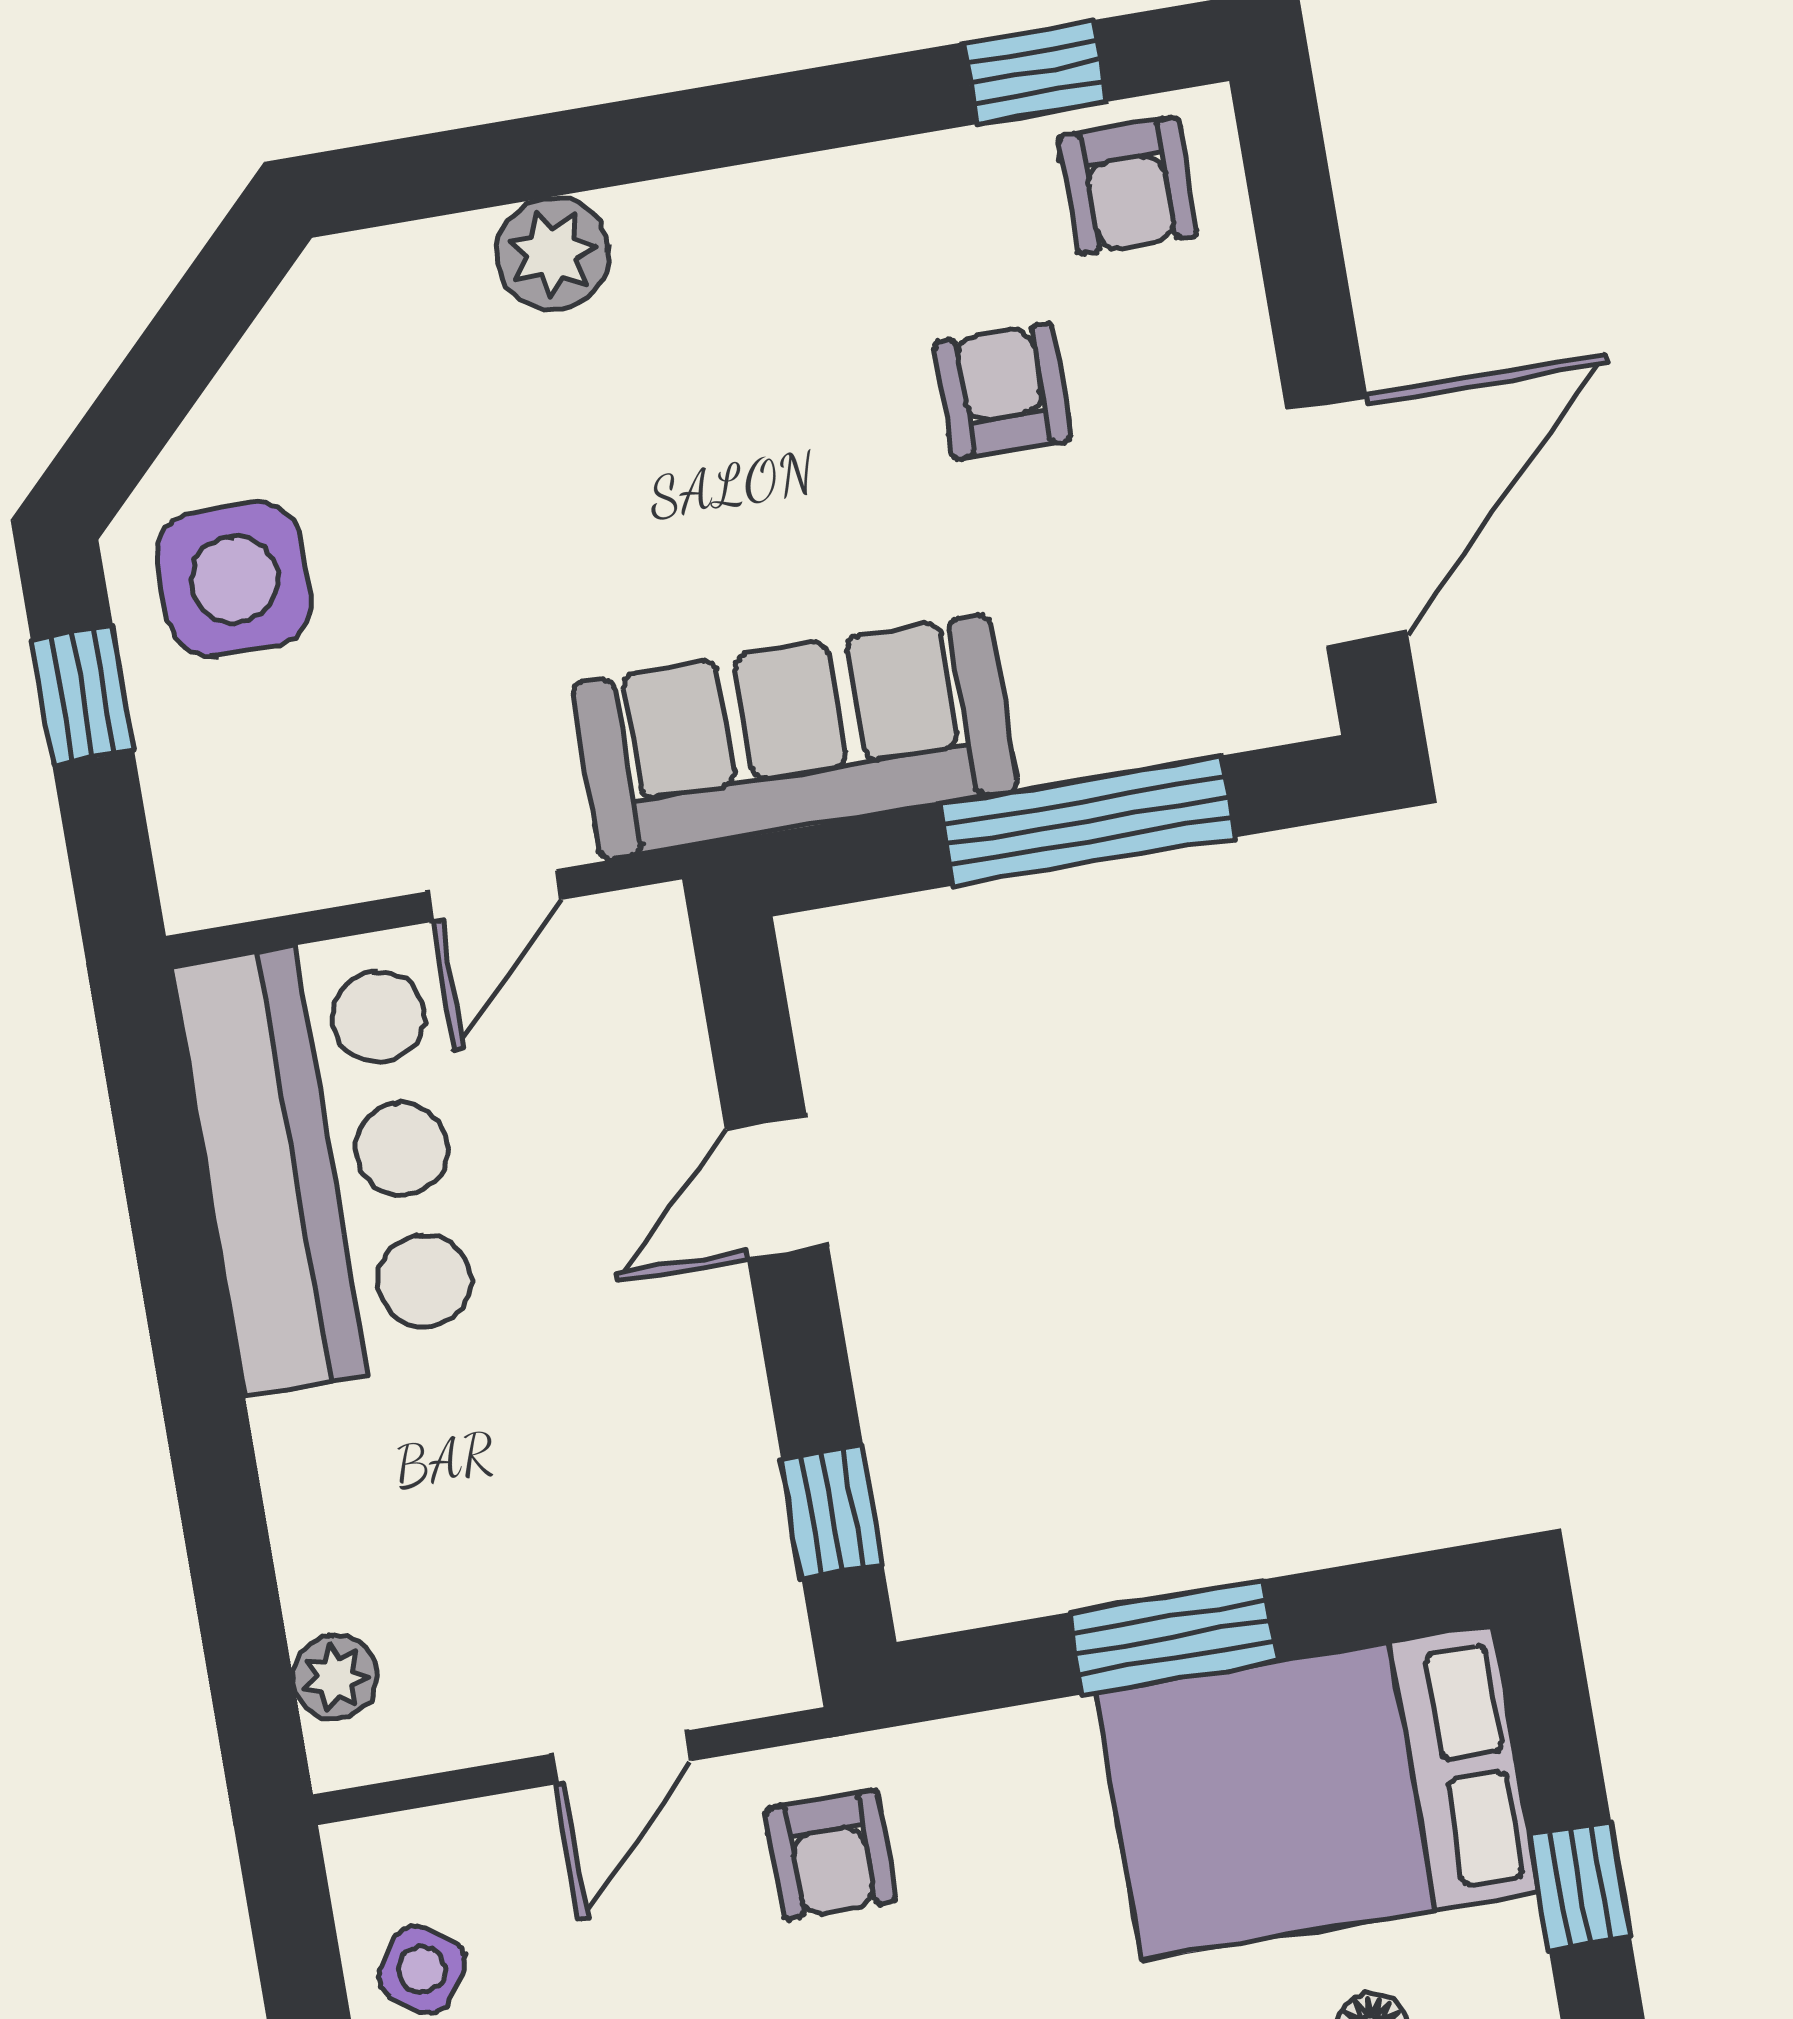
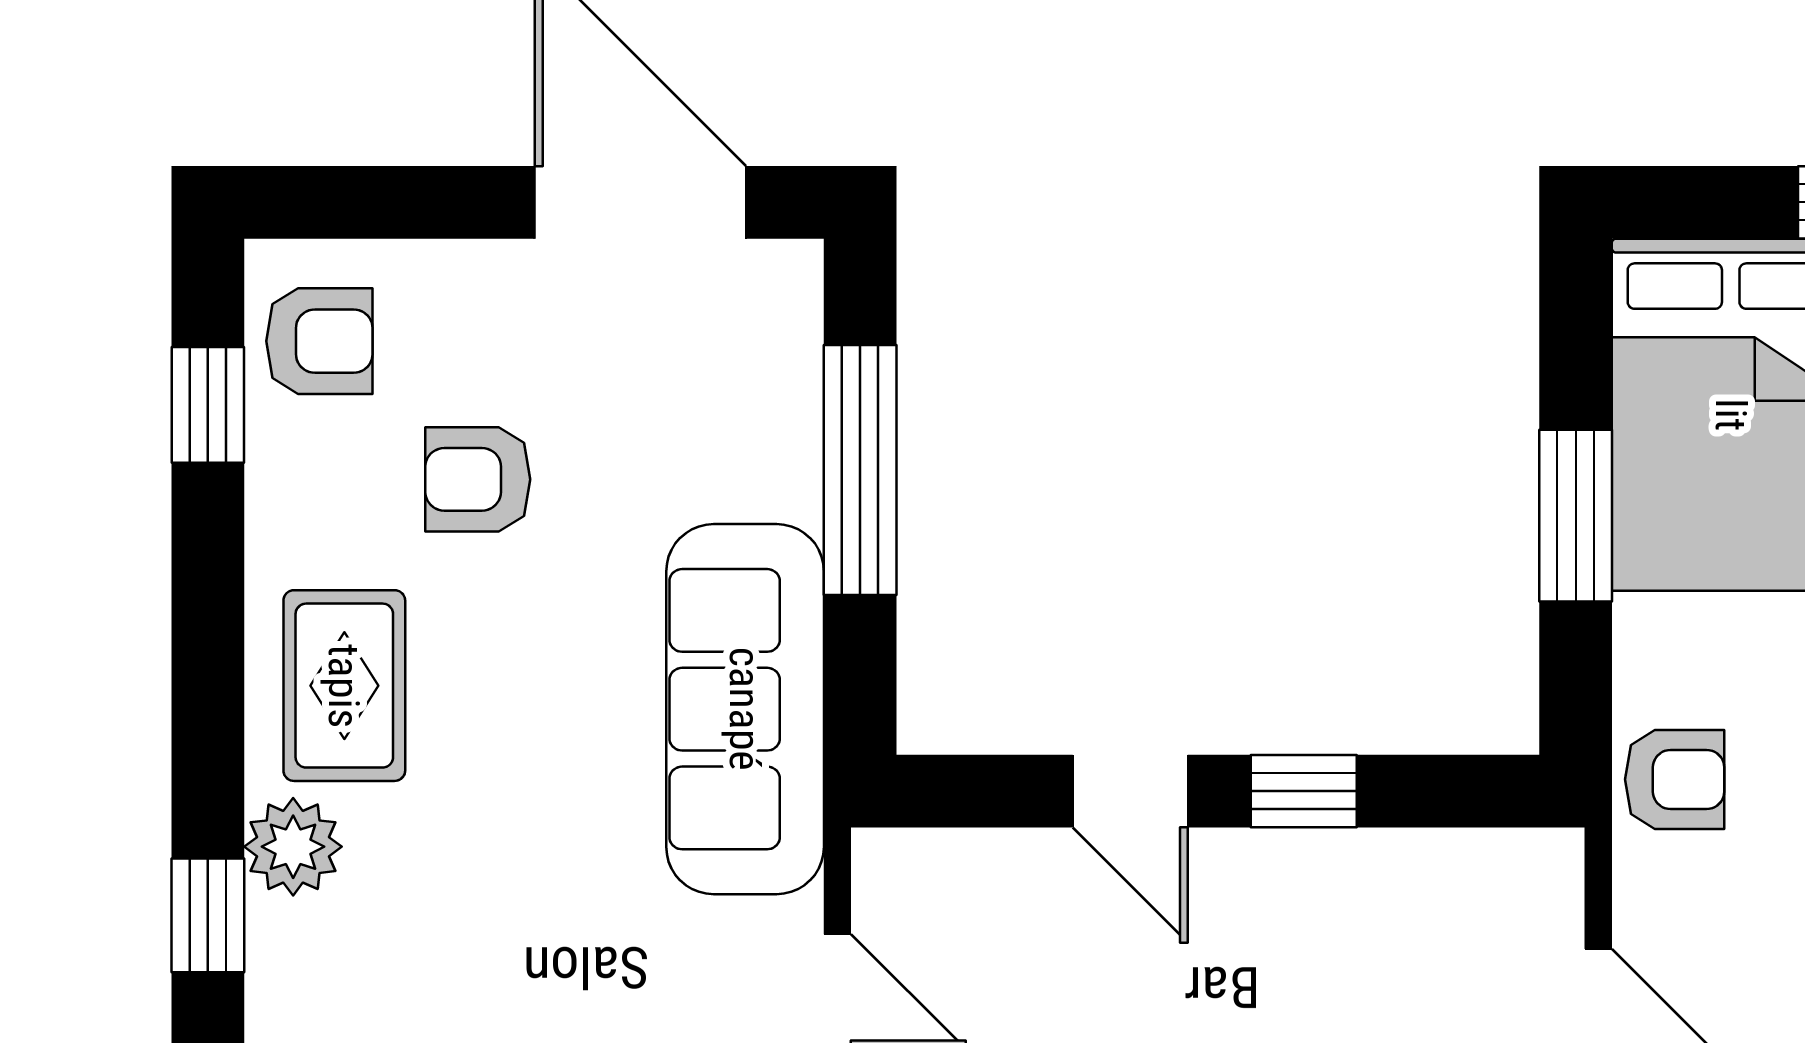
window: (459, 171) -> (208, 915), added
rug: (744, 280) -> (344, 686), added
window: (832, 1511) -> (1304, 791), moved
armchair: (831, 1855) -> (1675, 779), moved

